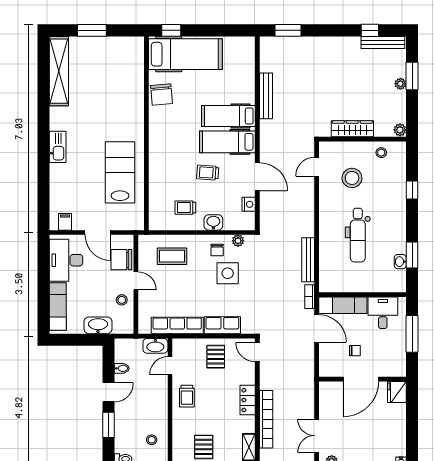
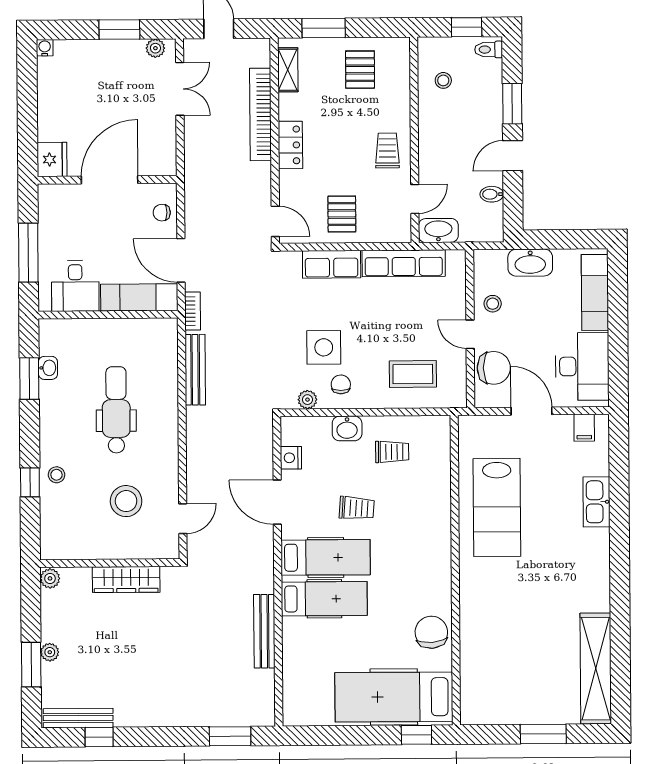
kitchen sink: (58, 147) -> (596, 502), moved
stool: (381, 153) -> (56, 475), moved
chair: (355, 351) -> (162, 213), moved

